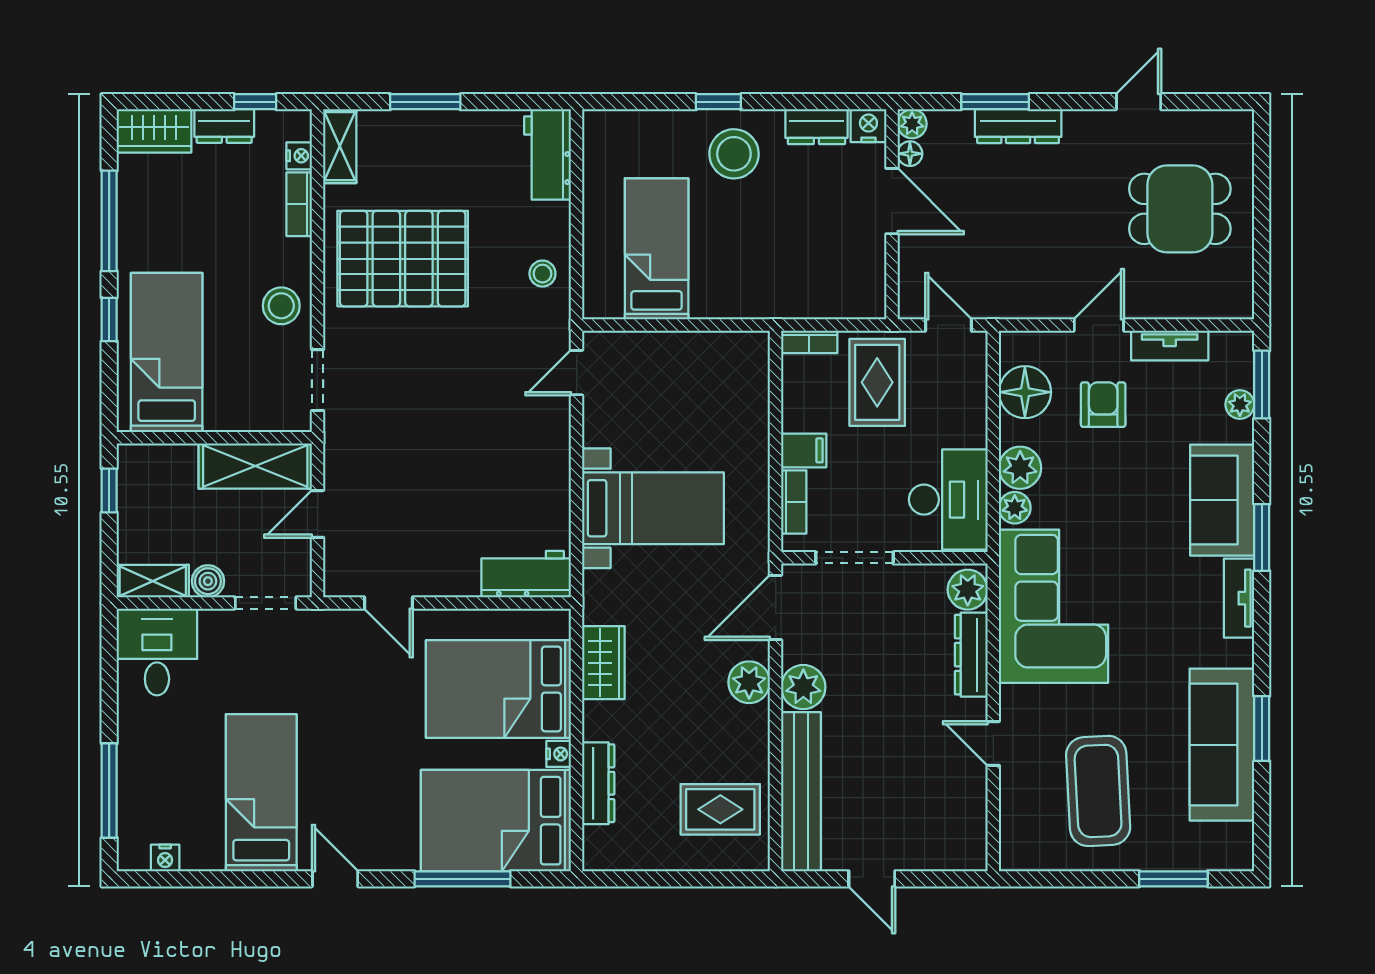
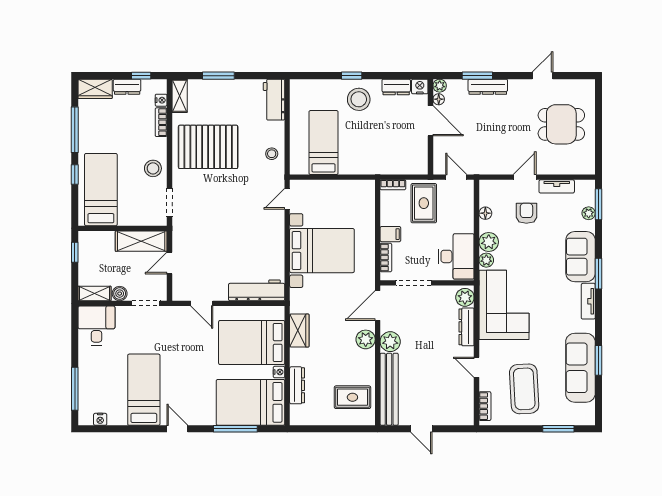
floor lamp: (1025, 392) -> (485, 213), width x0.53, depth x0.53
bed with nightstands: (653, 508) -> (322, 251), width x1.36
workbench: (526, 574) -> (257, 290), width x1.38
bookcase: (1012, 829) -> (485, 406), added

